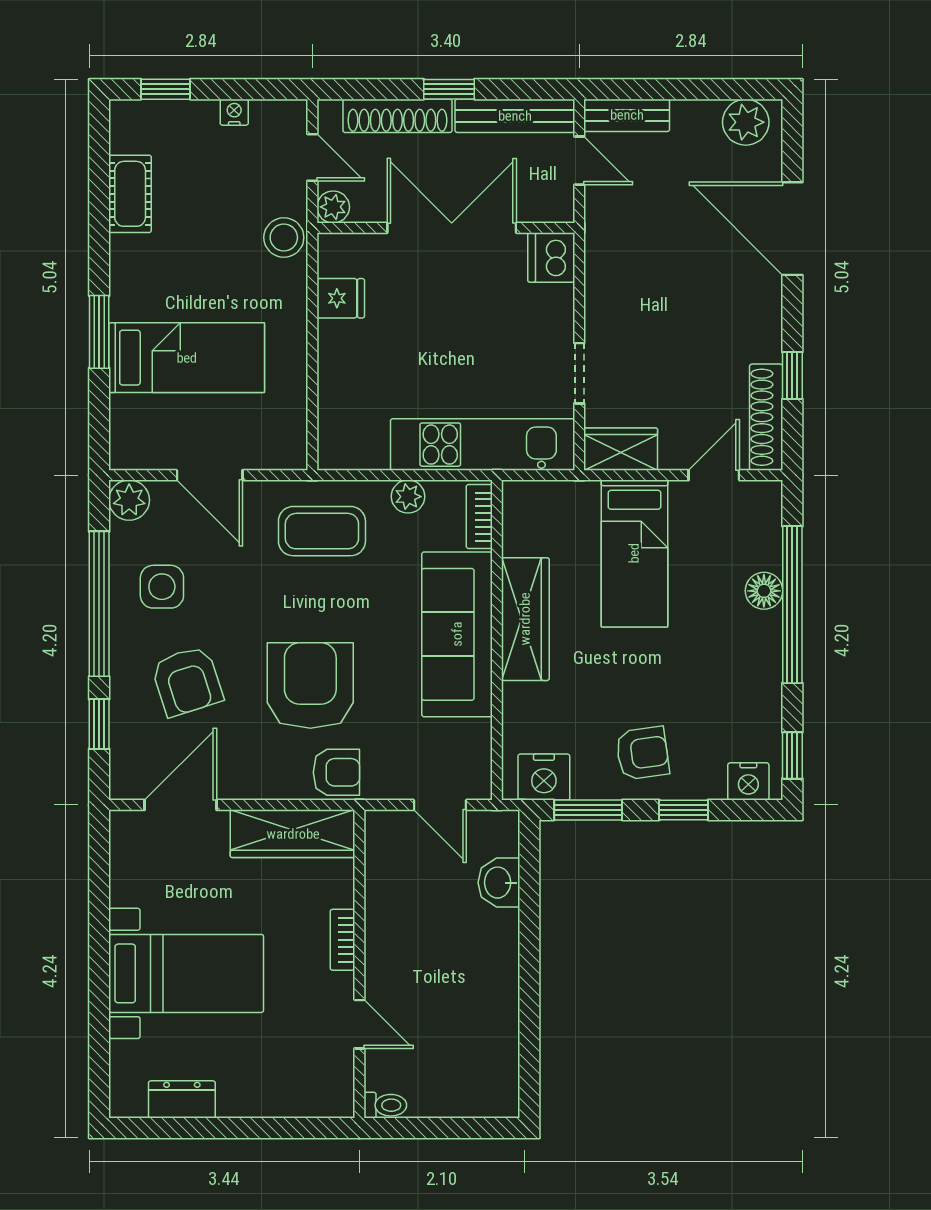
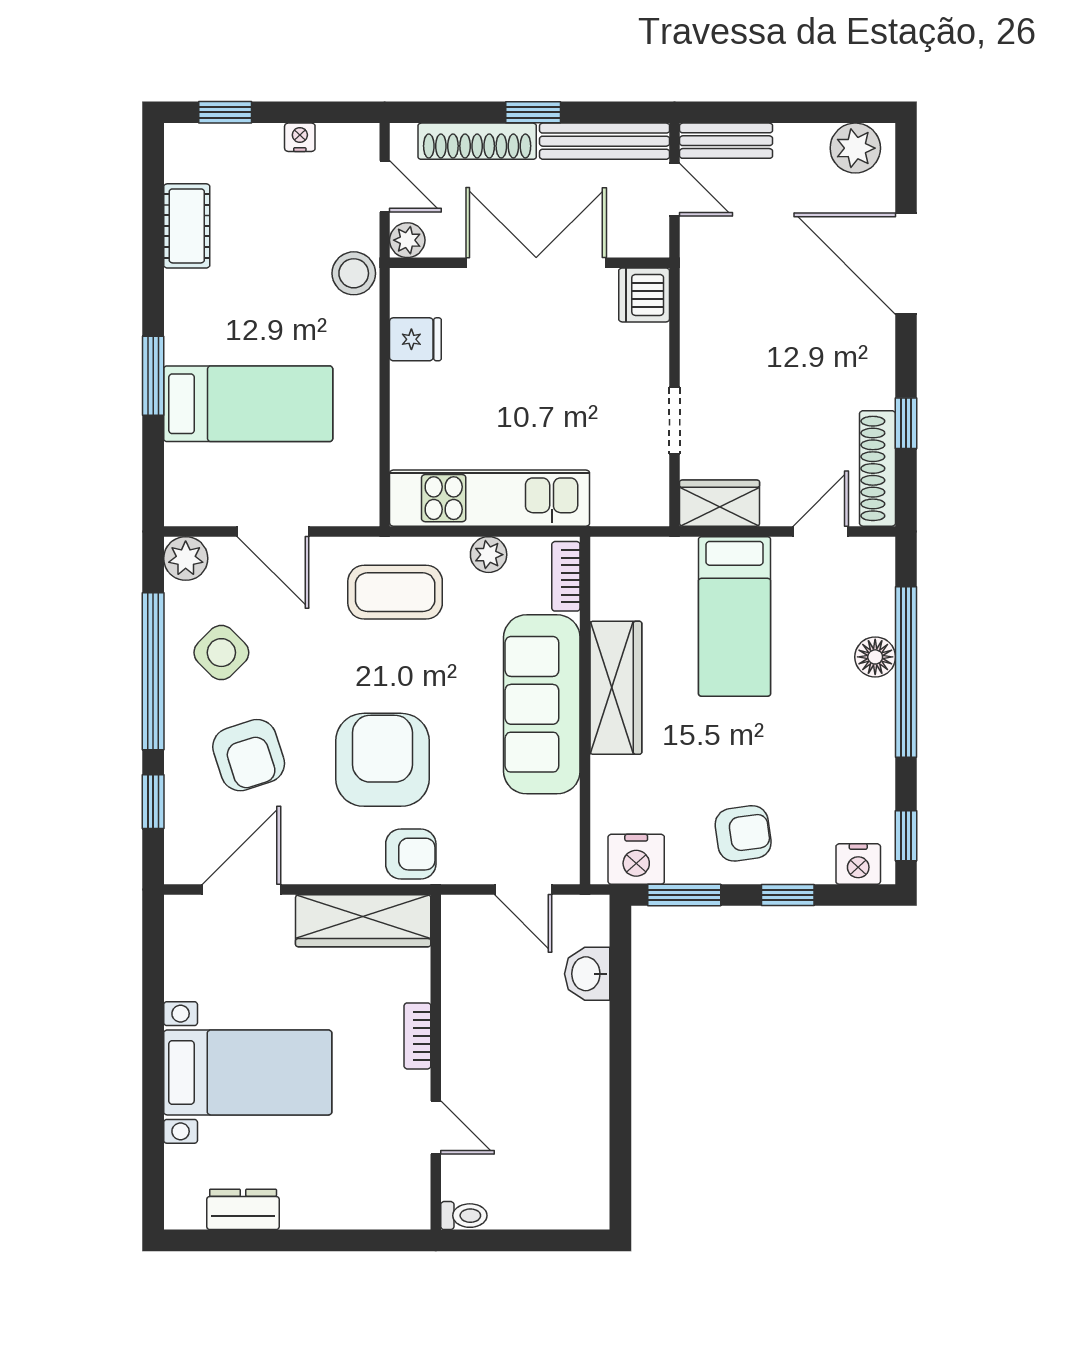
kitchen unit: (483, 445) -> (490, 498), moved
side table: (162, 587) -> (221, 653), turned 45

